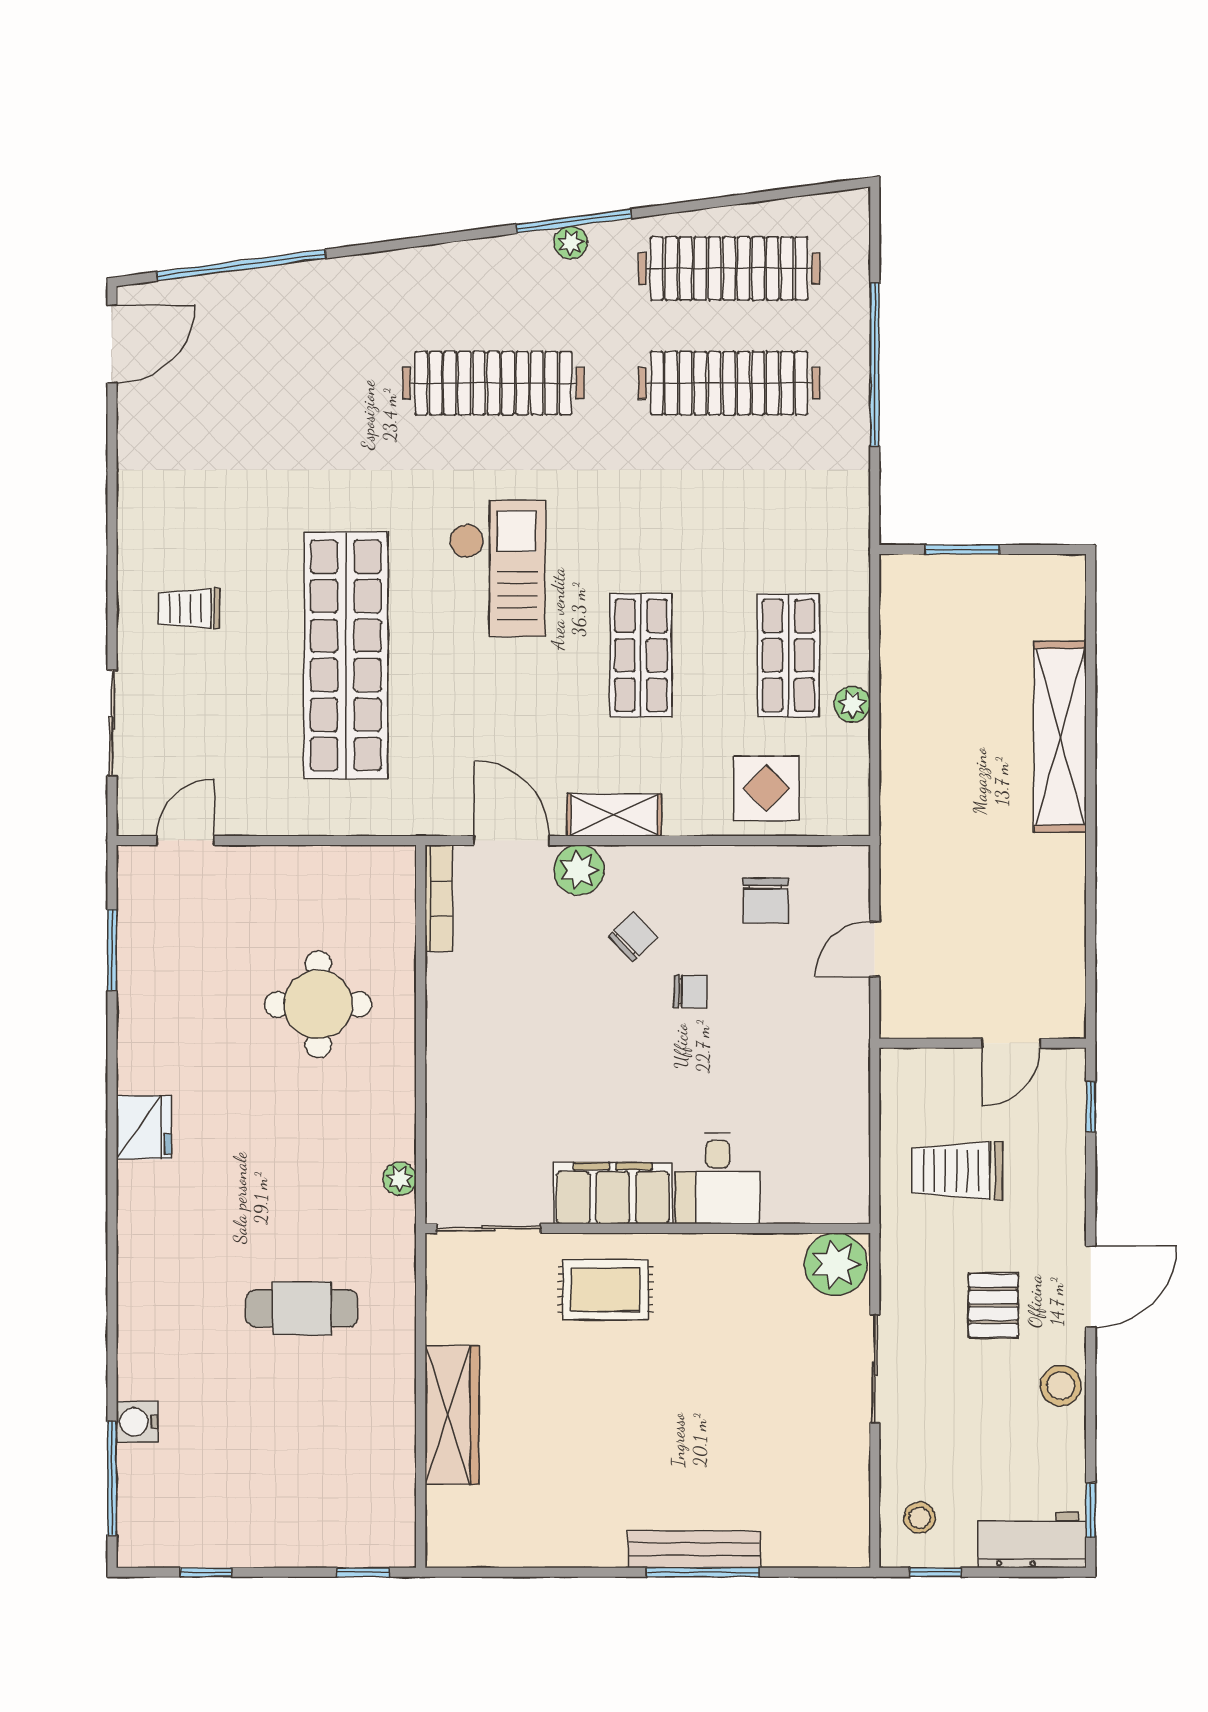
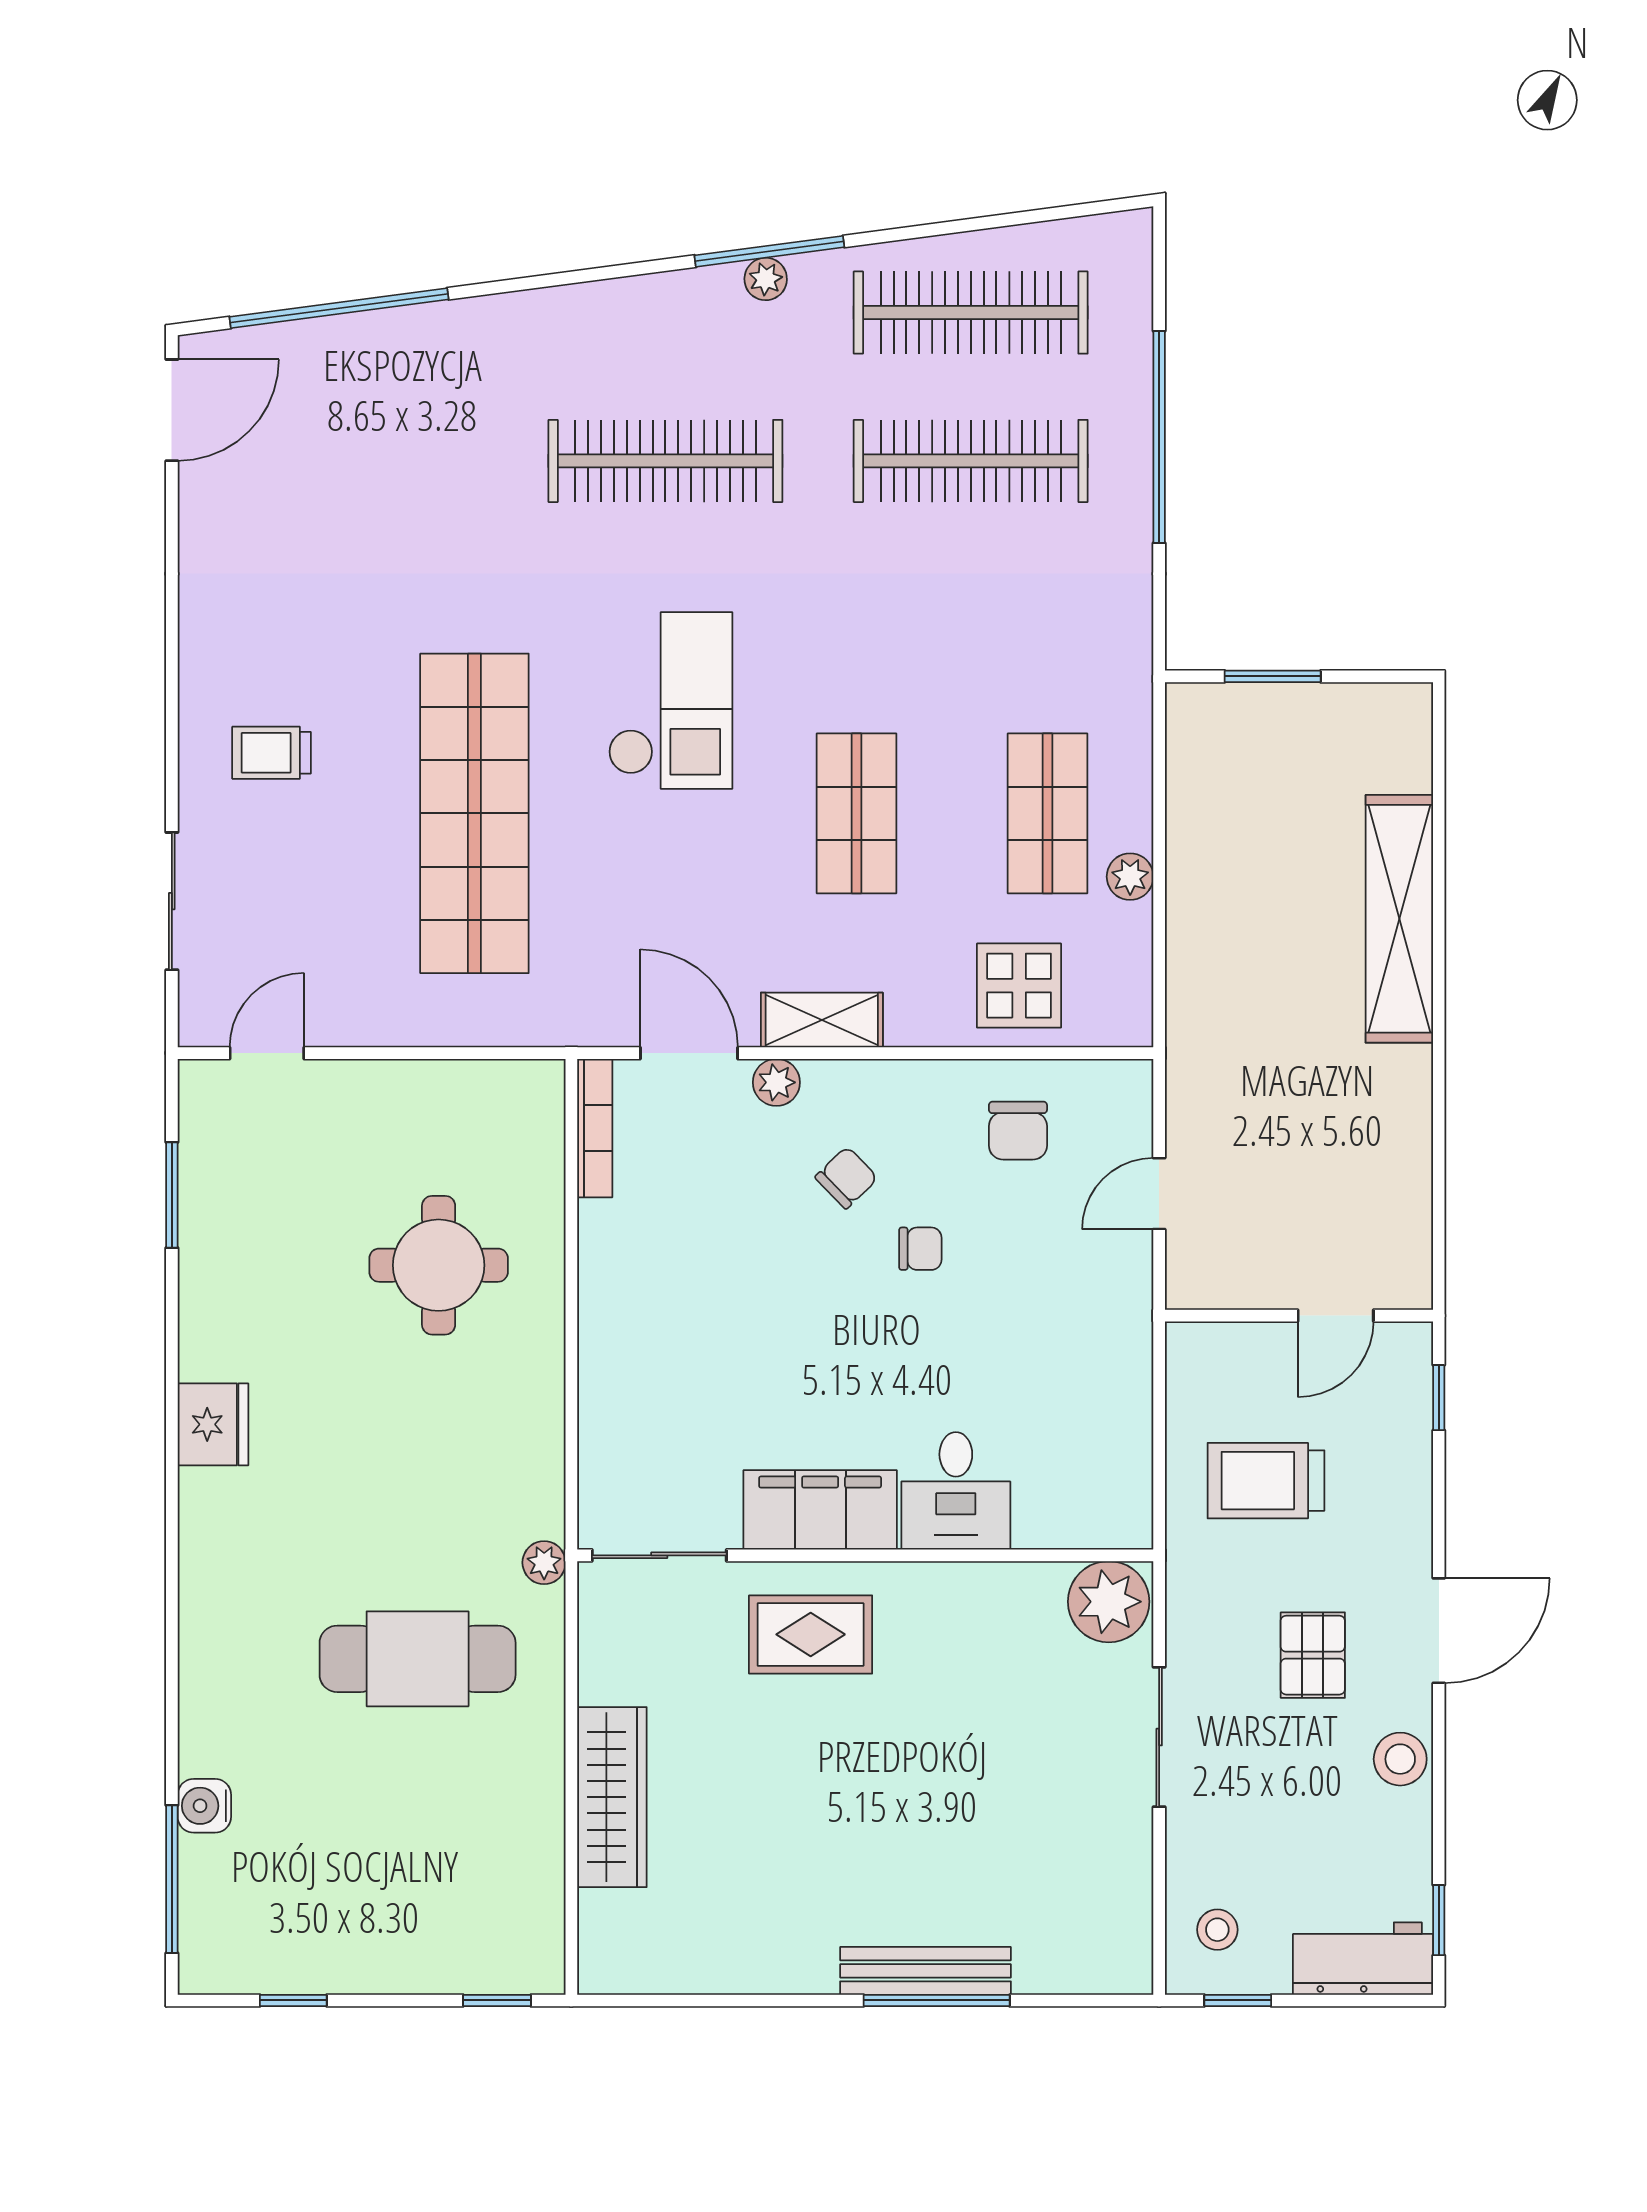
plant: (579, 870) -> (776, 1082), width x0.73, depth x0.73
plant: (400, 1179) -> (544, 1563), moved
cafe table: (302, 1308) -> (418, 1659), width x1.37, depth x1.35

